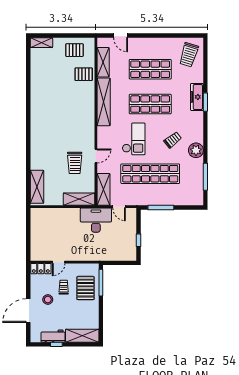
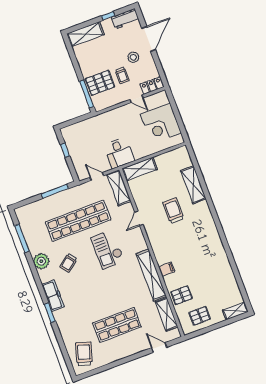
freezer: (197, 97) -> (53, 296), moved
filing cabinet: (88, 102) -> (167, 269), added
shop shelf: (150, 104) -> (104, 290), removed
trolley: (75, 163) -> (173, 211), moved
shelving: (37, 187) -> (193, 185), moved
desk: (96, 220) -> (119, 153), width x0.73
corner desk: (45, 232) -> (161, 124), added
door: (59, 262) -> (136, 99), swing flipped
pallet: (85, 288) -> (100, 83), turned 90
workbench: (53, 336) -> (125, 19), moved

